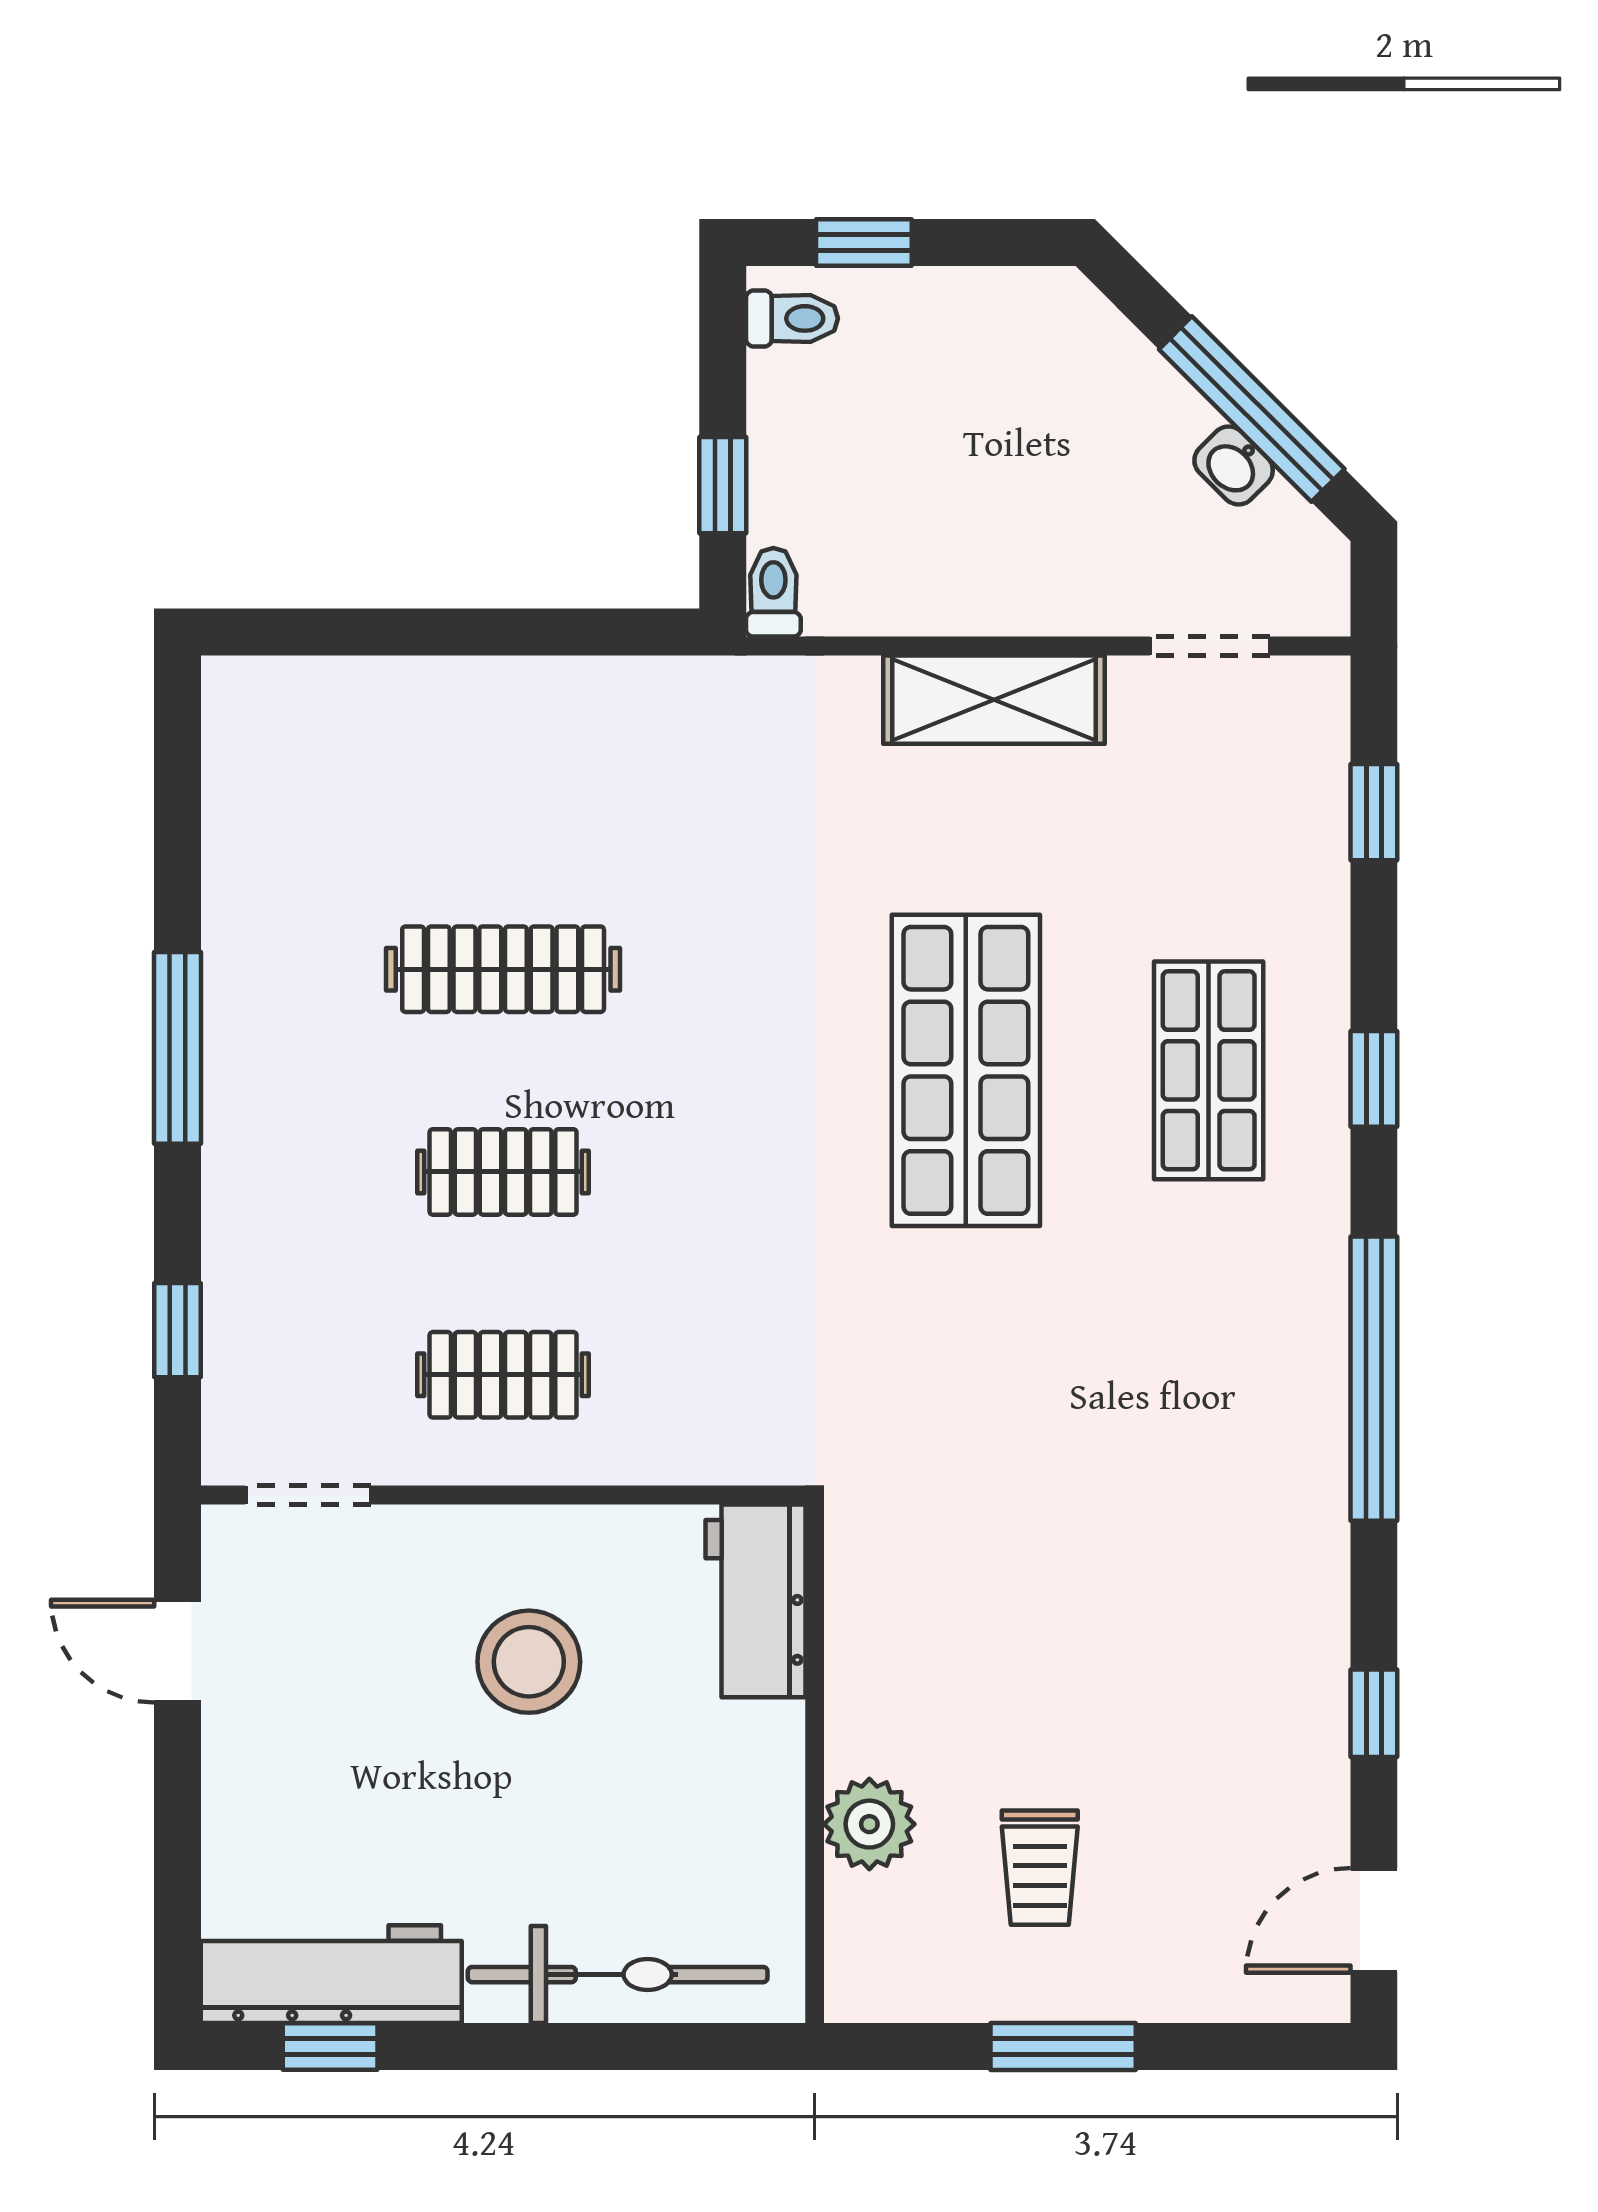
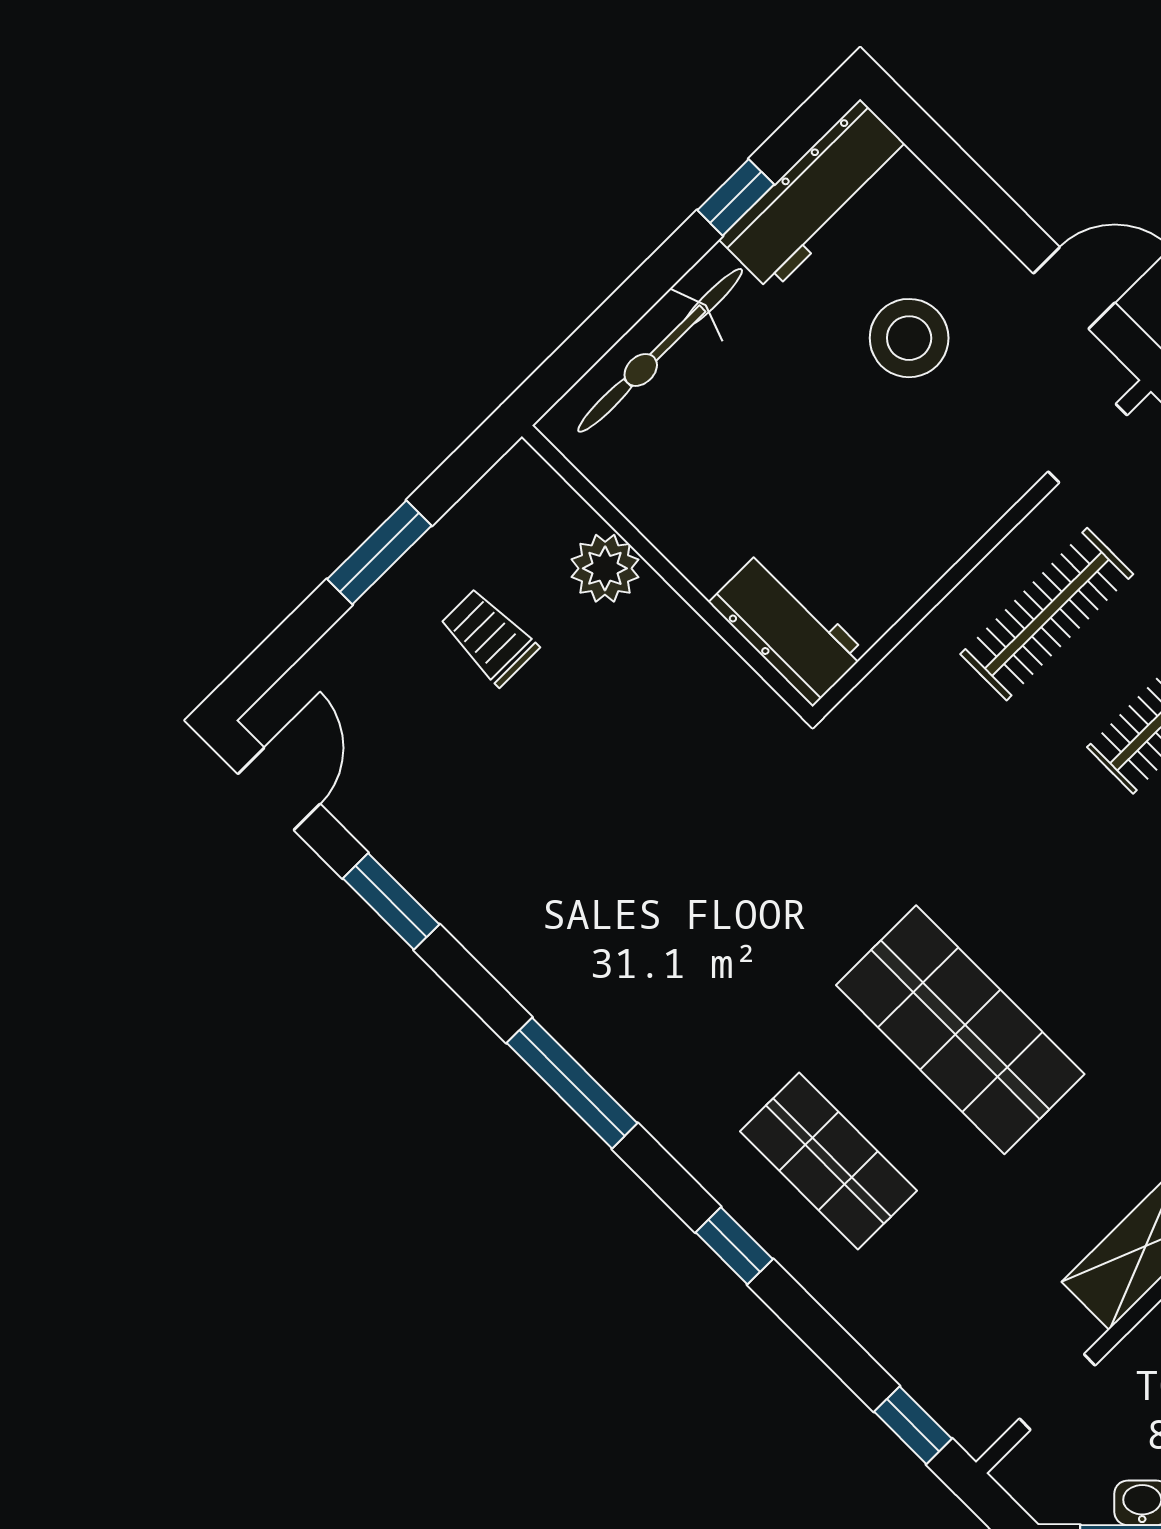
window: (1374, 812) -> (913, 1425), moved
clothes rail: (503, 1375) -> (1047, 614), width x1.36
window: (1374, 1379) -> (572, 1083), width x0.68
stool: (529, 1662) -> (909, 338), moved
window: (1374, 1713) -> (391, 901), width x1.50
window: (330, 2047) -> (736, 197), moved

